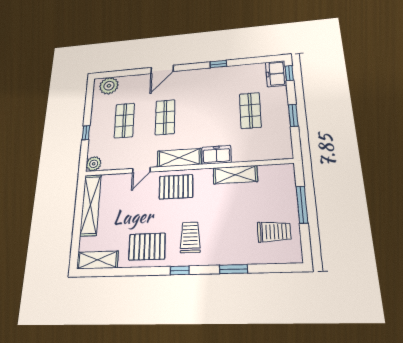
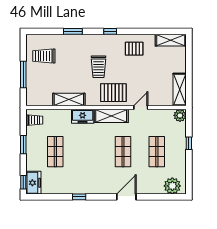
trolley: (280, 146) -> (35, 120), added
shelving: (91, 205) -> (180, 90), width x0.68
trolley: (190, 237) -> (98, 67), moved
pallet: (147, 247) -> (134, 49), width x0.67, depth x0.71

